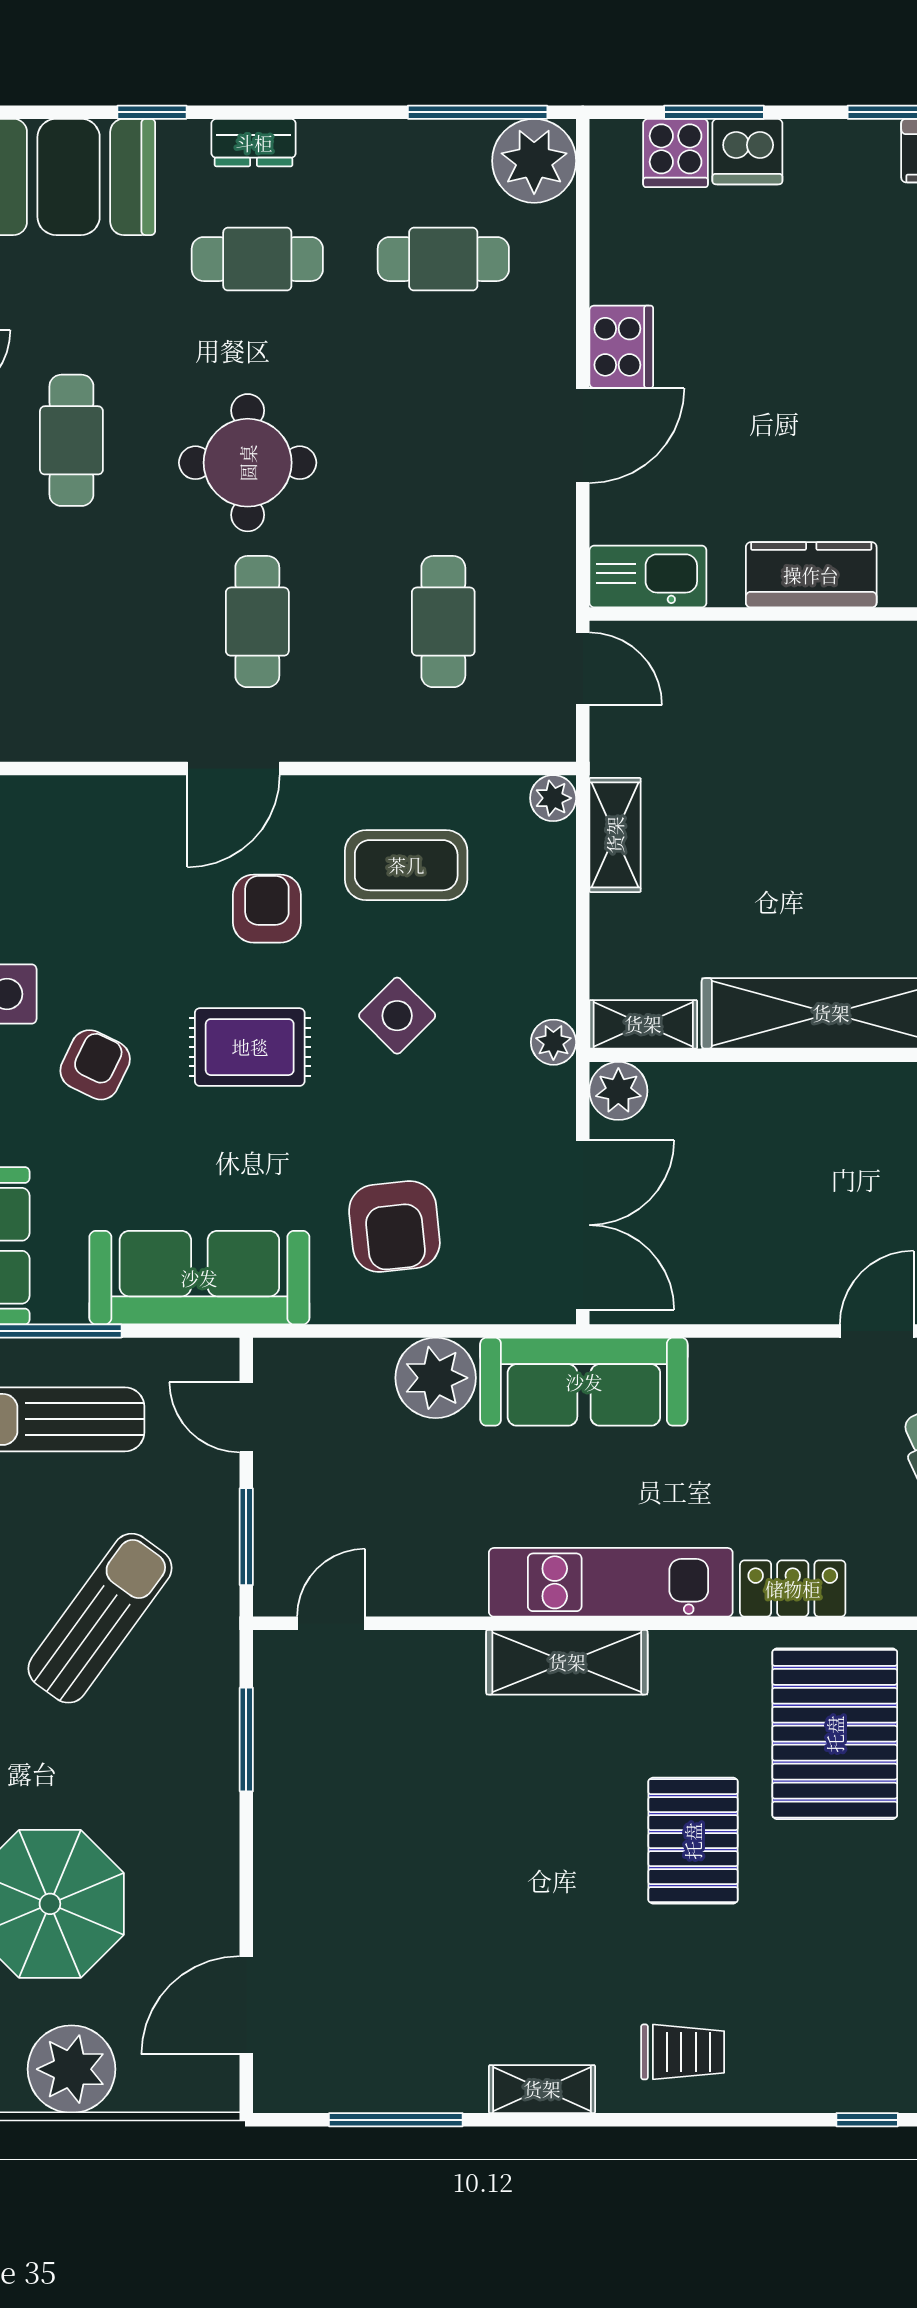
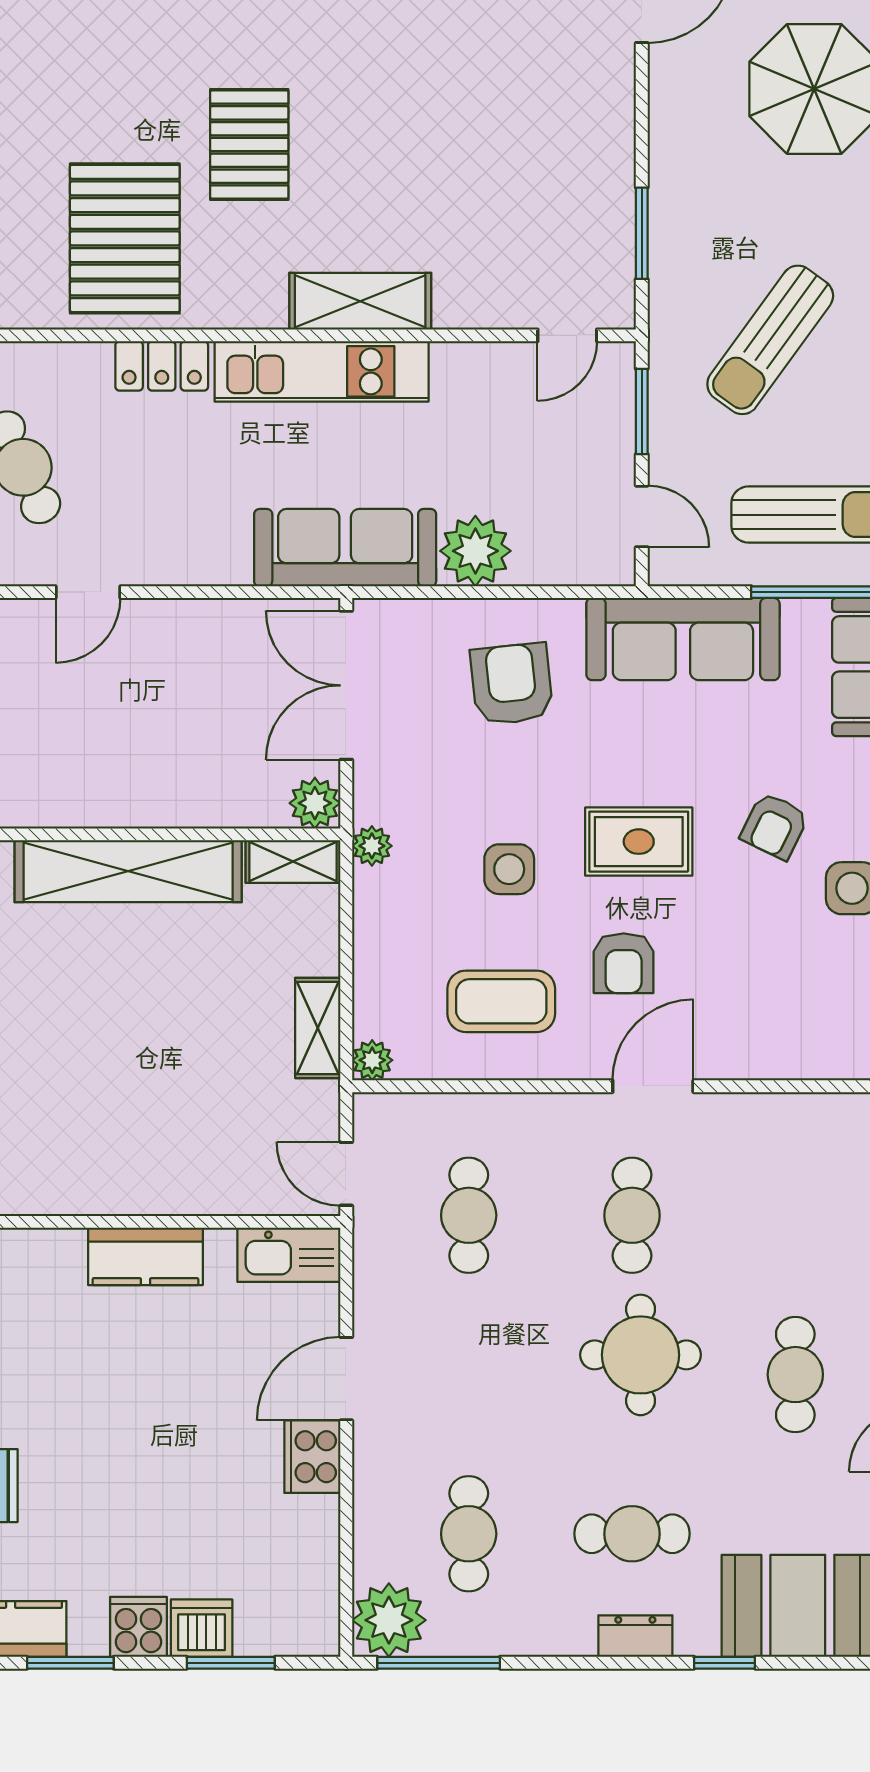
cooker: (676, 153) -> (138, 1627), moved
cafe table: (443, 259) -> (469, 1534), turned 90
side table: (397, 1016) -> (509, 869), turned 45

